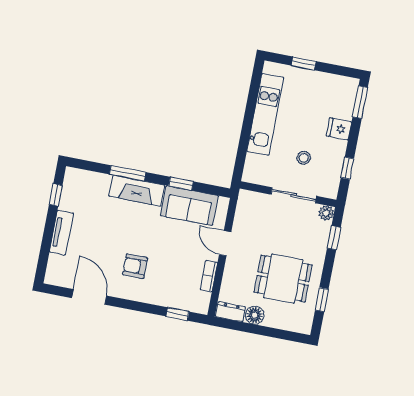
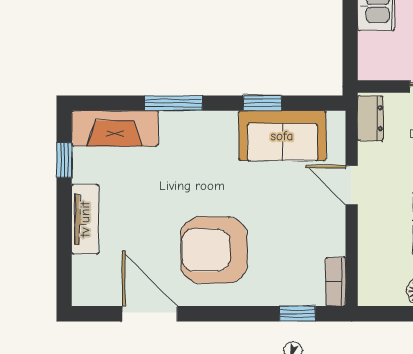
fireplace: (137, 191) -> (115, 128), moved
armchair: (135, 266) -> (214, 250), width x1.88, depth x1.88
bookcase: (209, 276) -> (336, 282), moved
dresser: (230, 312) -> (370, 118), moved, turned 90

